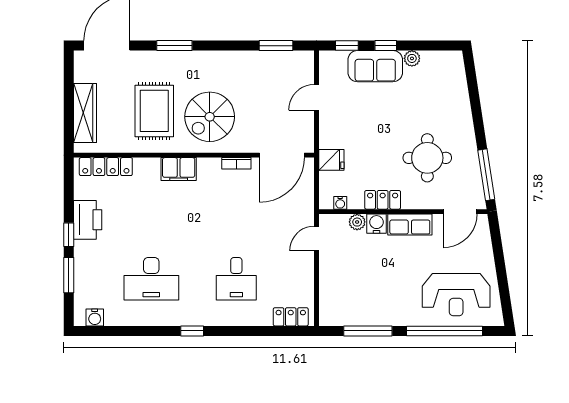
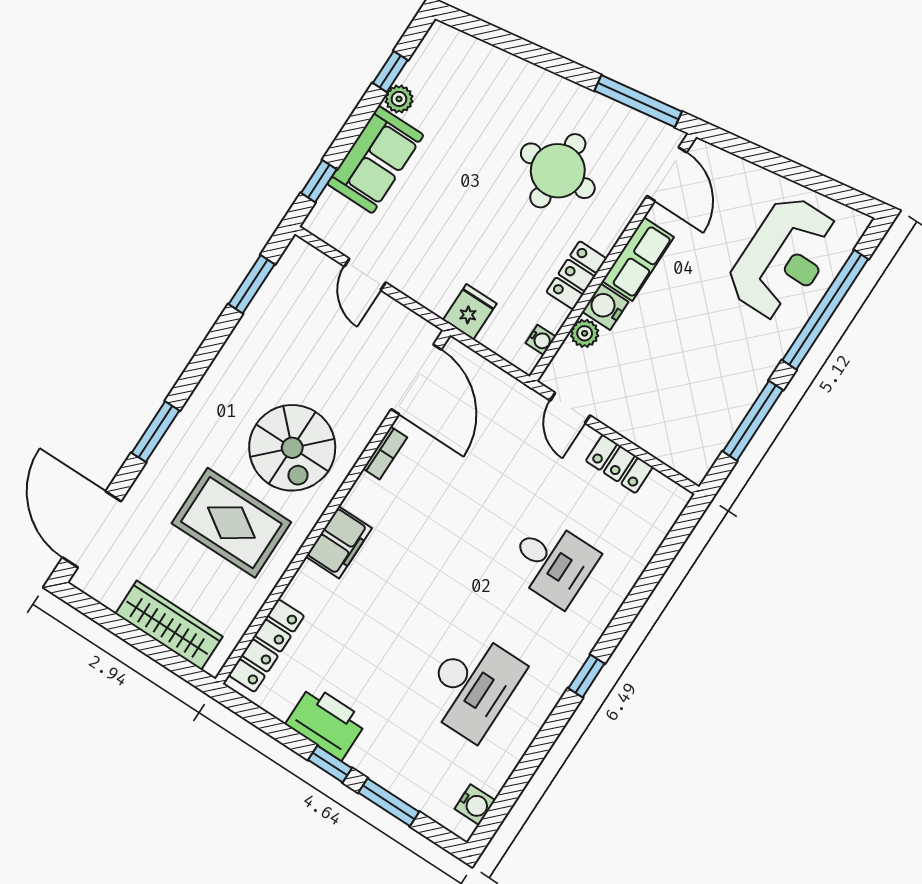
window: (386, 46) -> (390, 72), moved
locker: (291, 317) -> (619, 464), moved, turned -90

